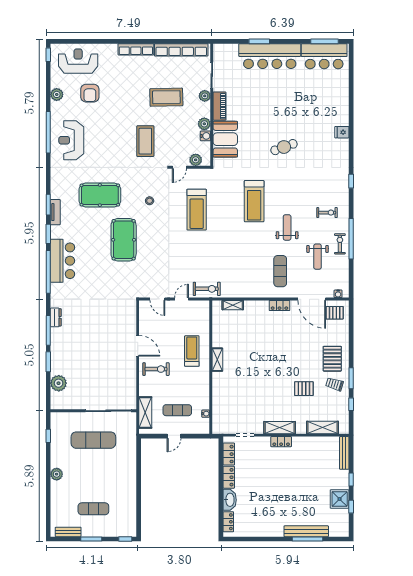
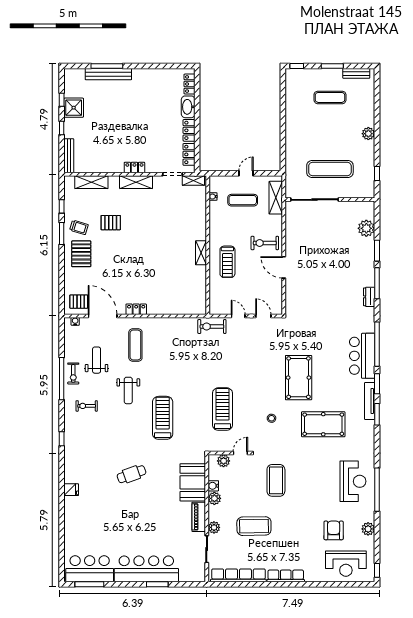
tv unit: (55, 212) -> (370, 401), width x1.41
door: (182, 299) -> (238, 316), swing flipped
shelving: (233, 305) -> (193, 180), moved

